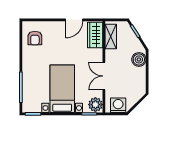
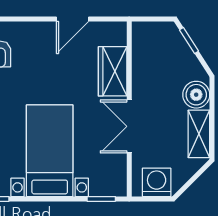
wardrobe: (95, 35) -> (113, 71), moved
shelving: (111, 37) -> (199, 134), moved
plant: (95, 105) -> (113, 181), removed

